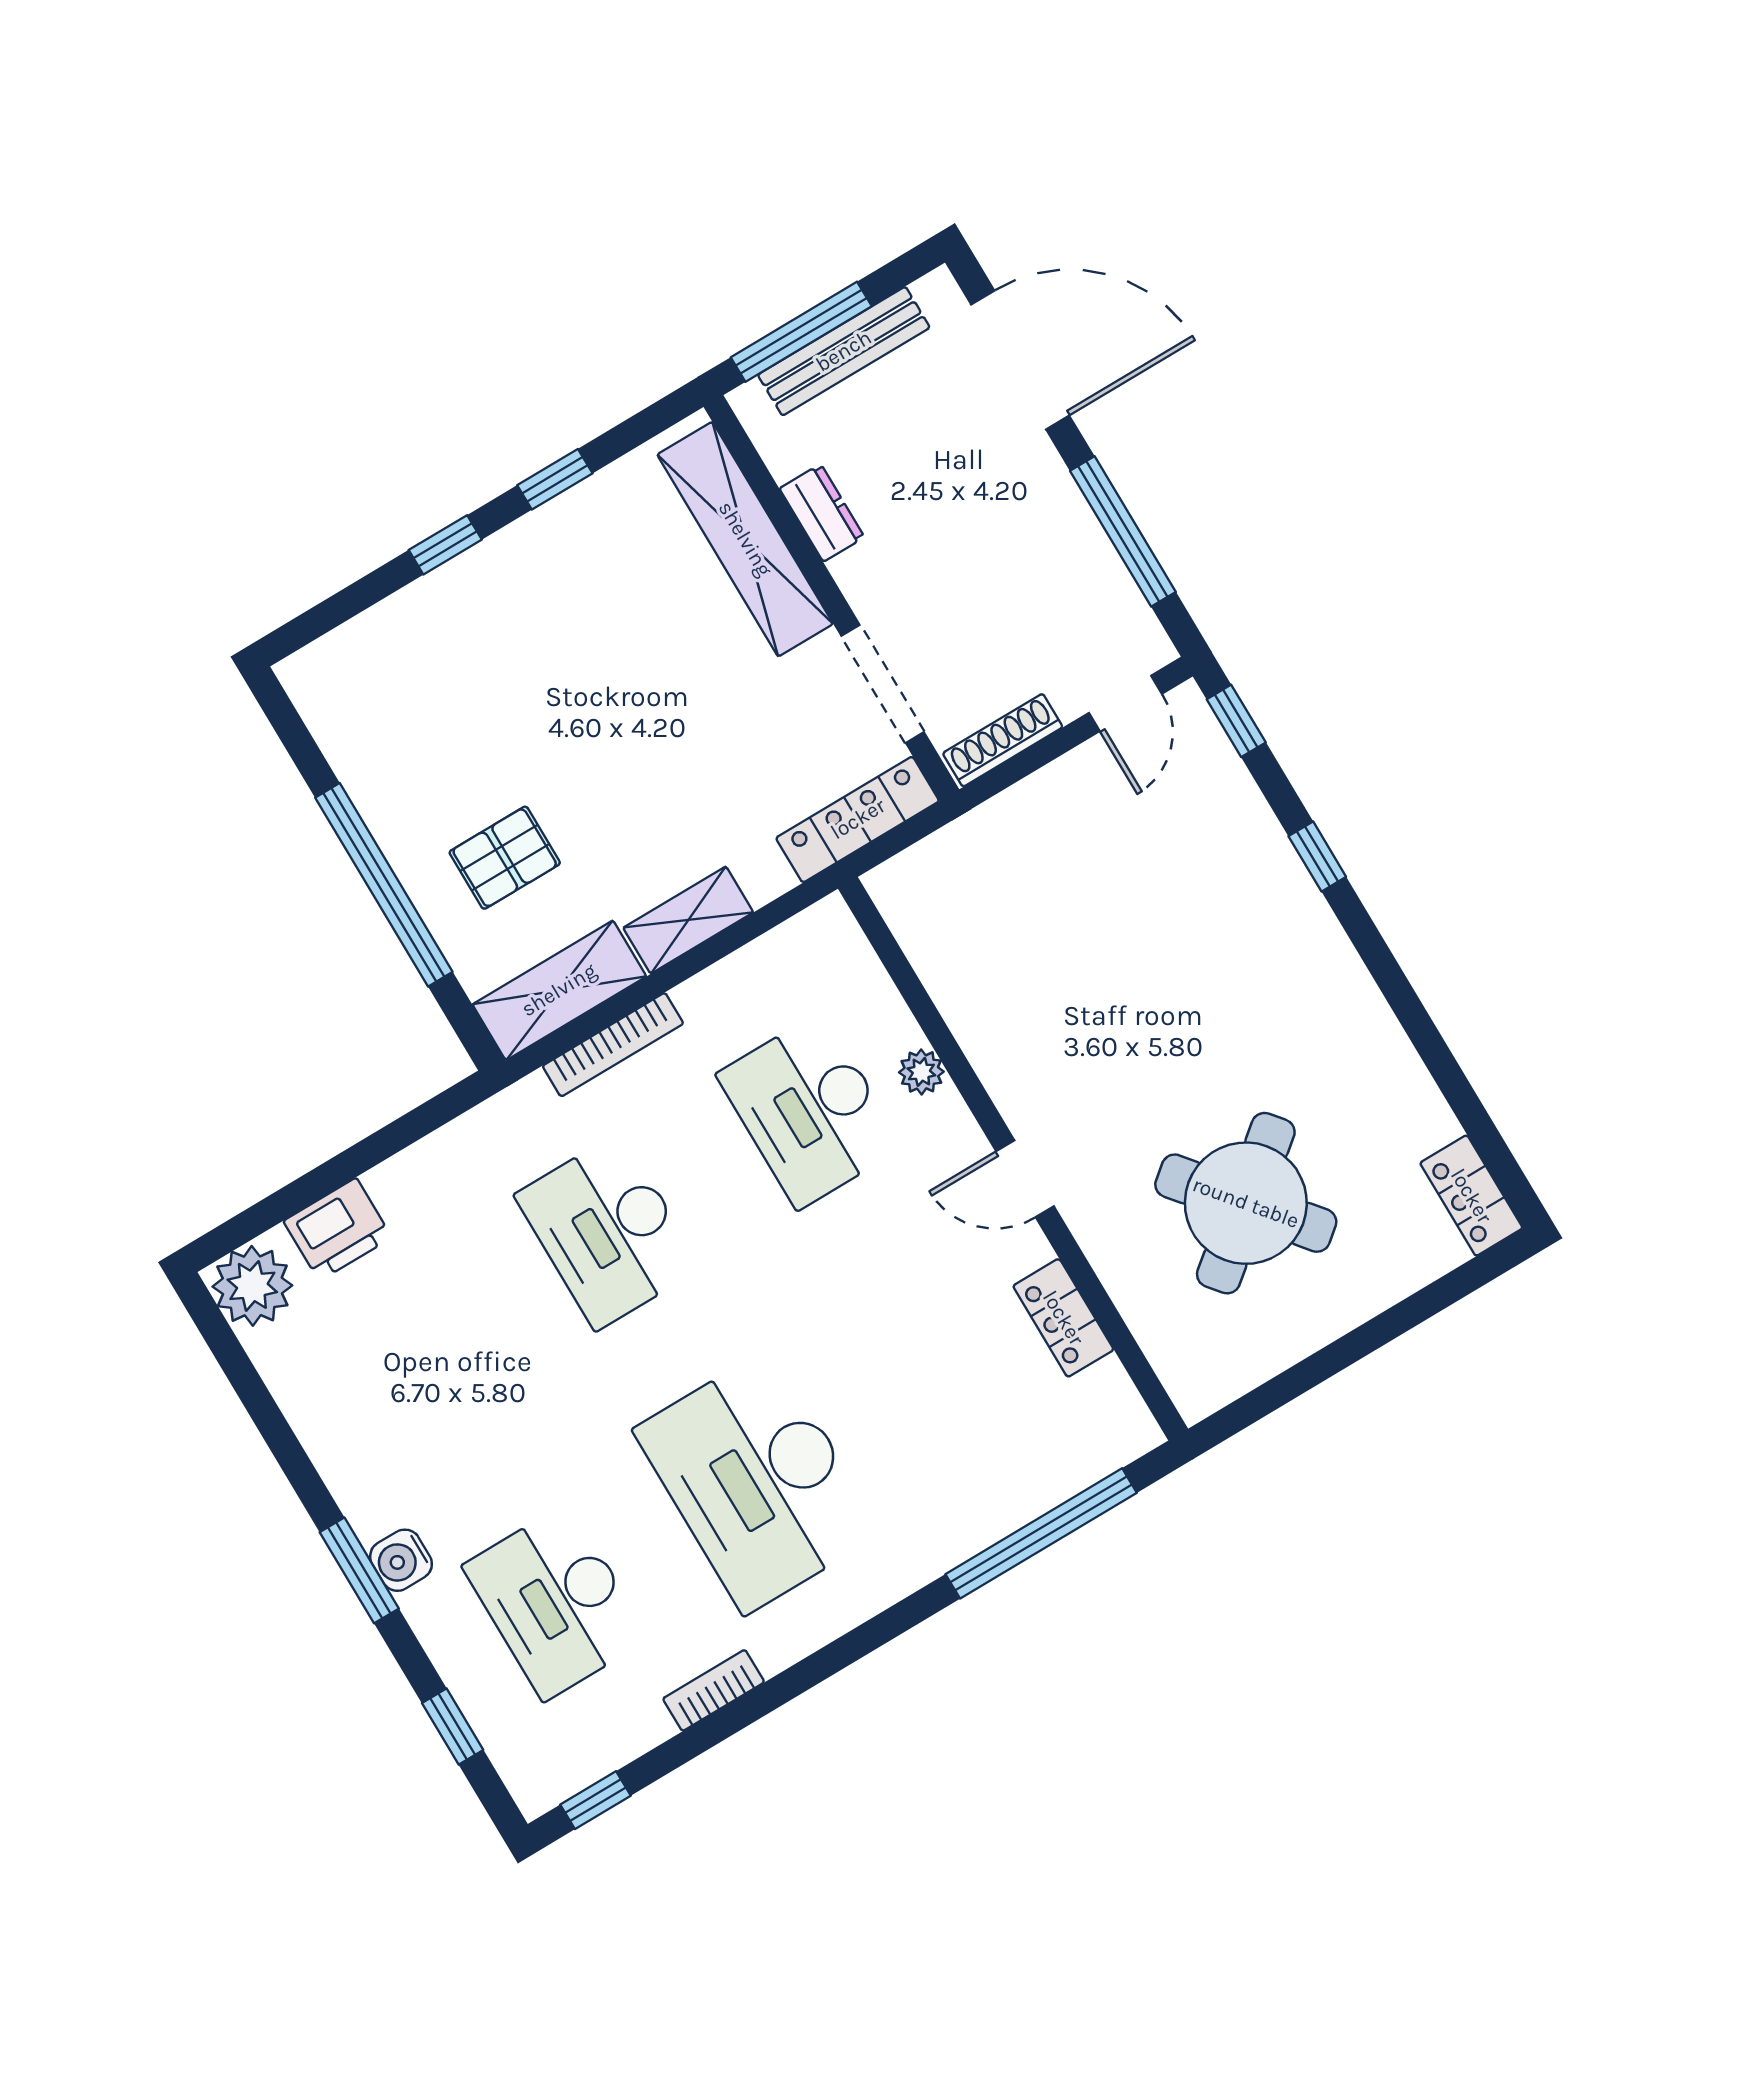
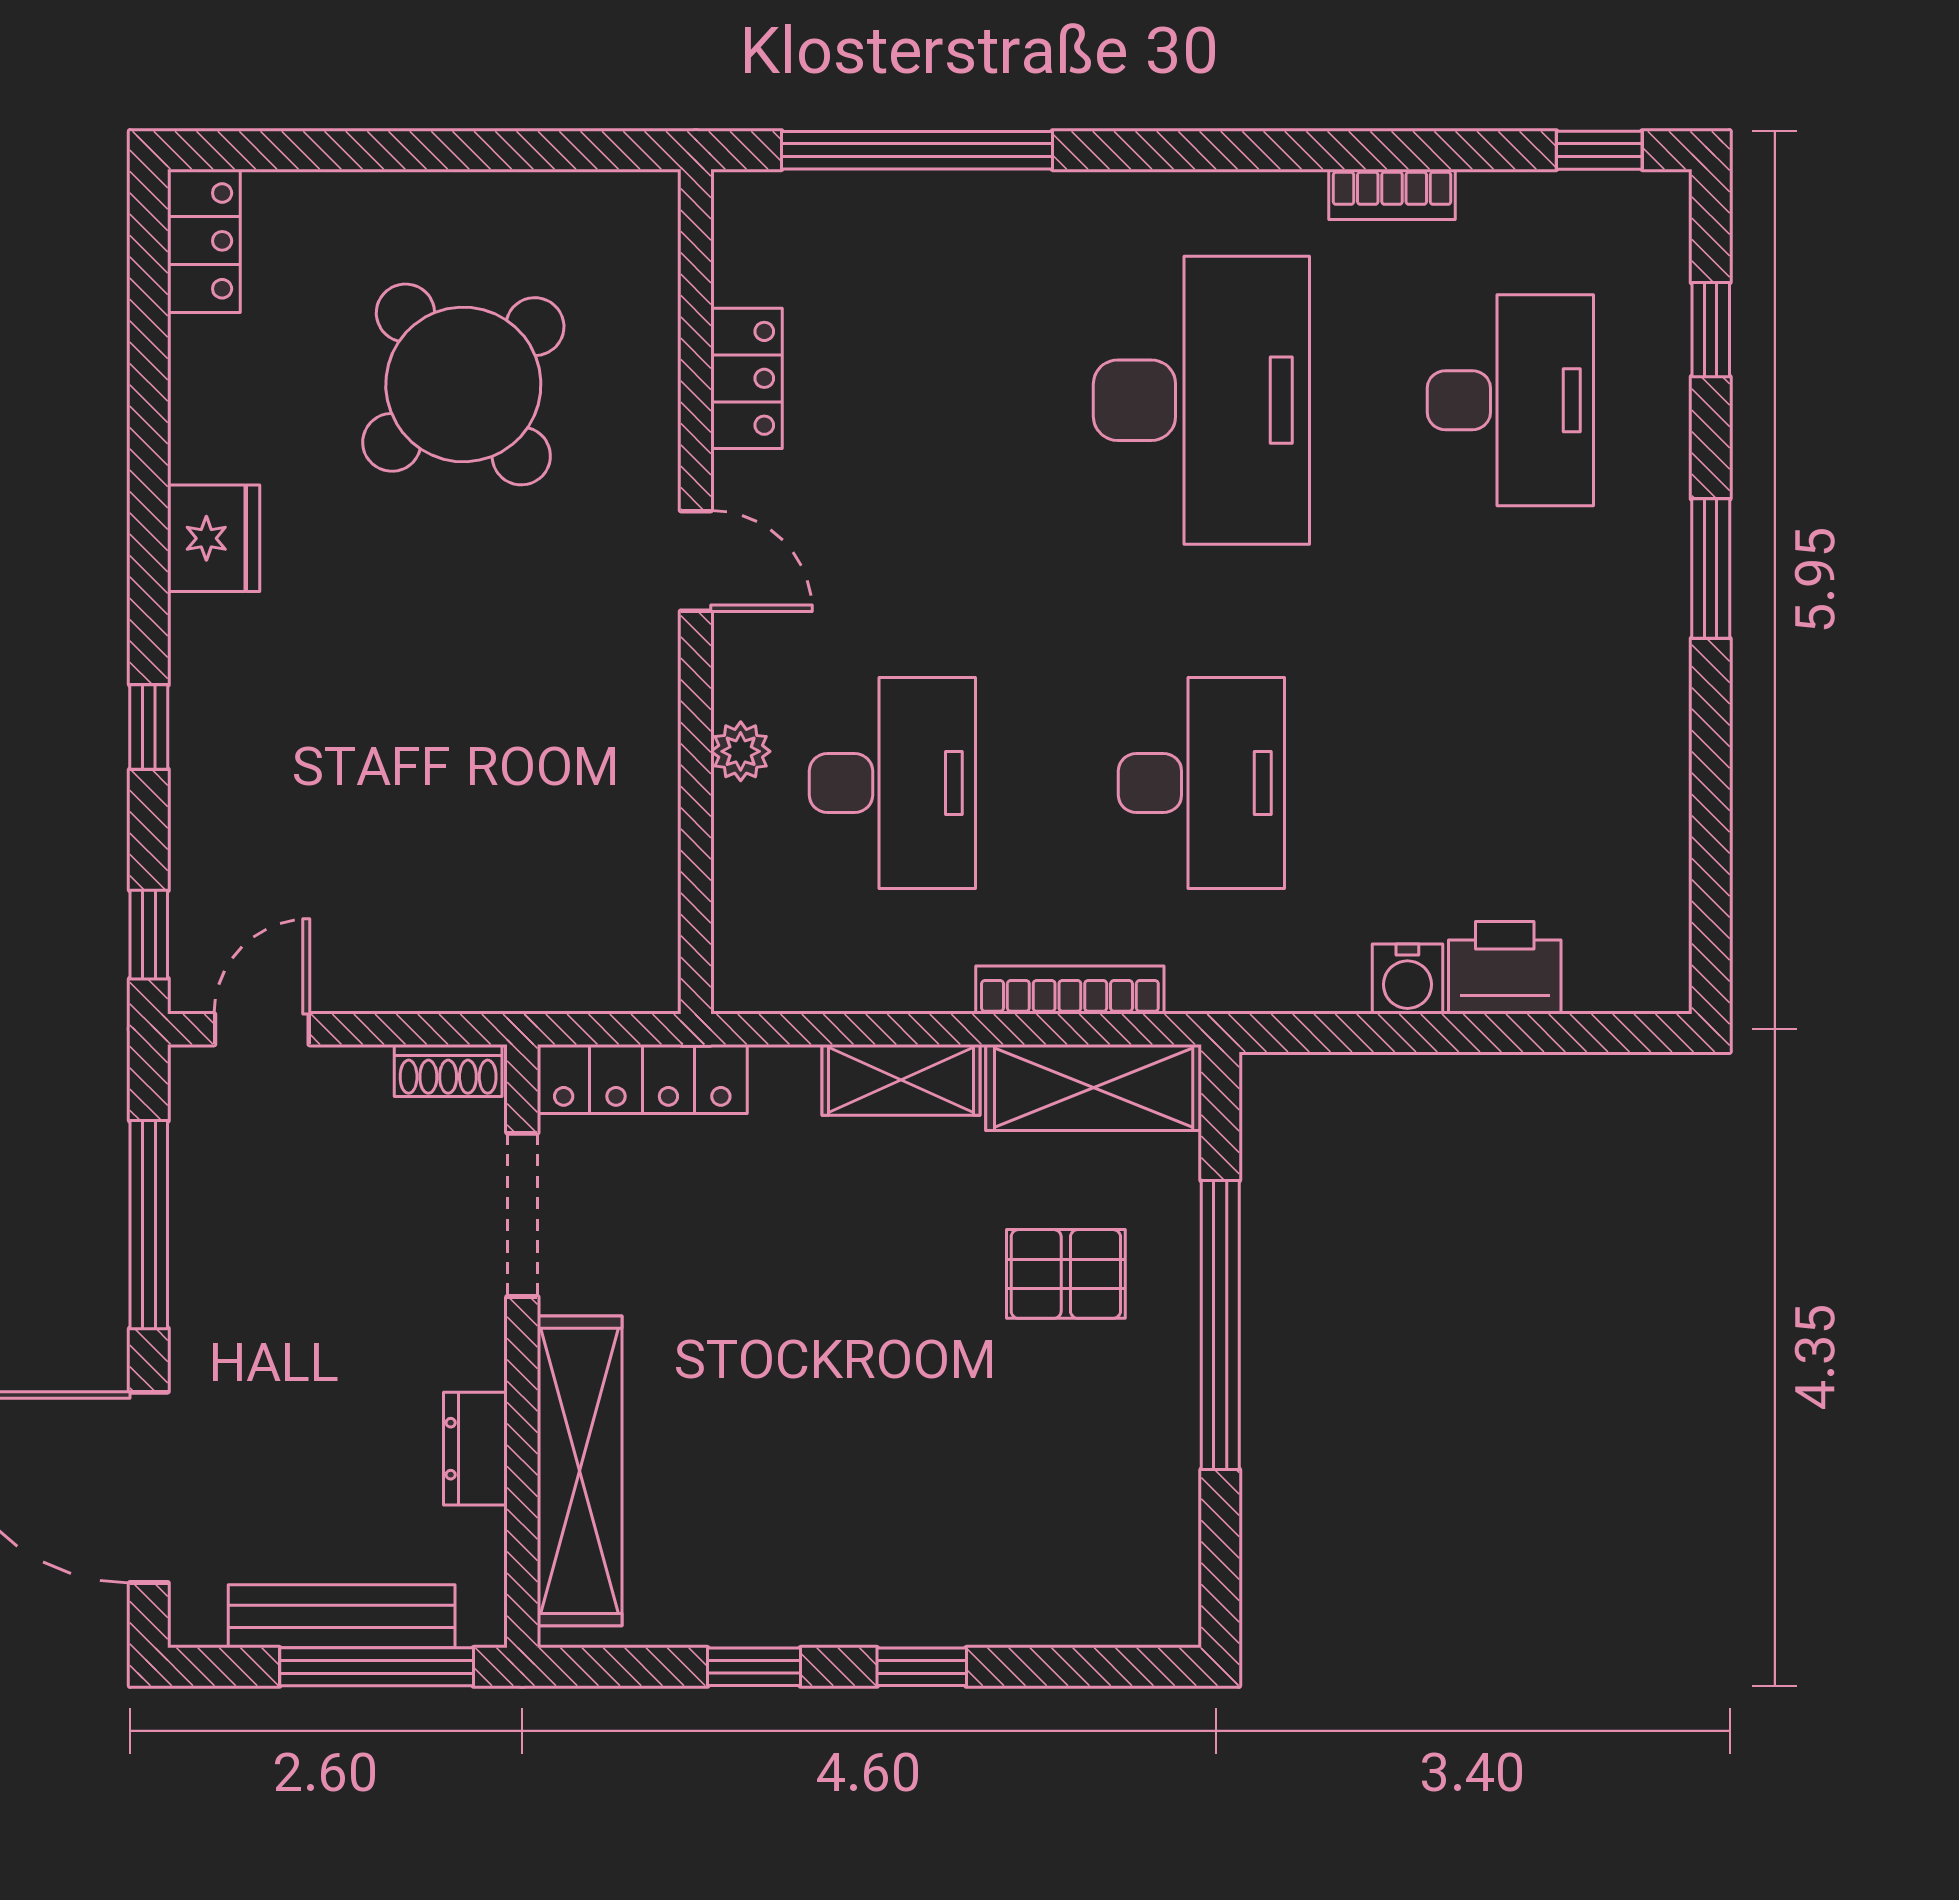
shoe rack: (1003, 740) -> (448, 1070), width x0.70
fridge: (1349, 1005) -> (214, 538), added
plant: (252, 1286) -> (1639, 962), removed
water cooler: (401, 1560) -> (1407, 979), moved, turned 90

